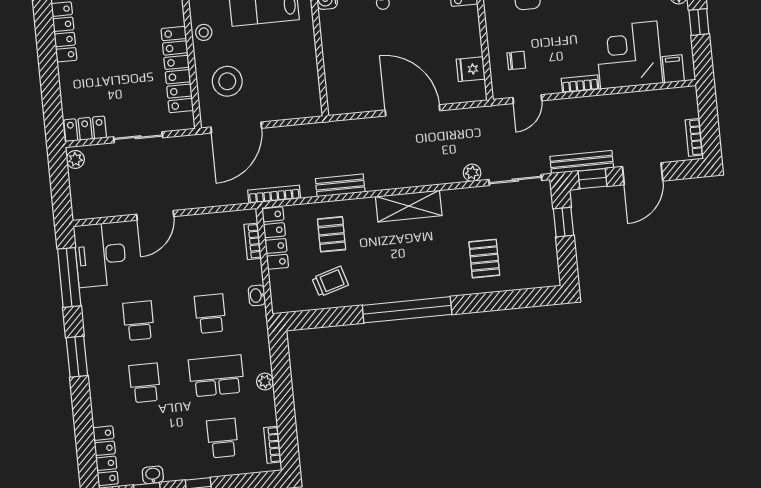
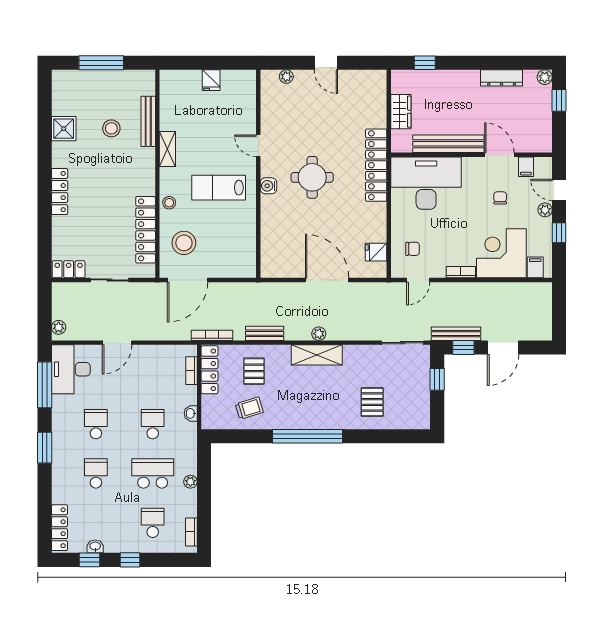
bookcase: (694, 137) -> (546, 323), removed
plant: (75, 159) -> (59, 327), moved
plant: (472, 173) -> (319, 334), moved

